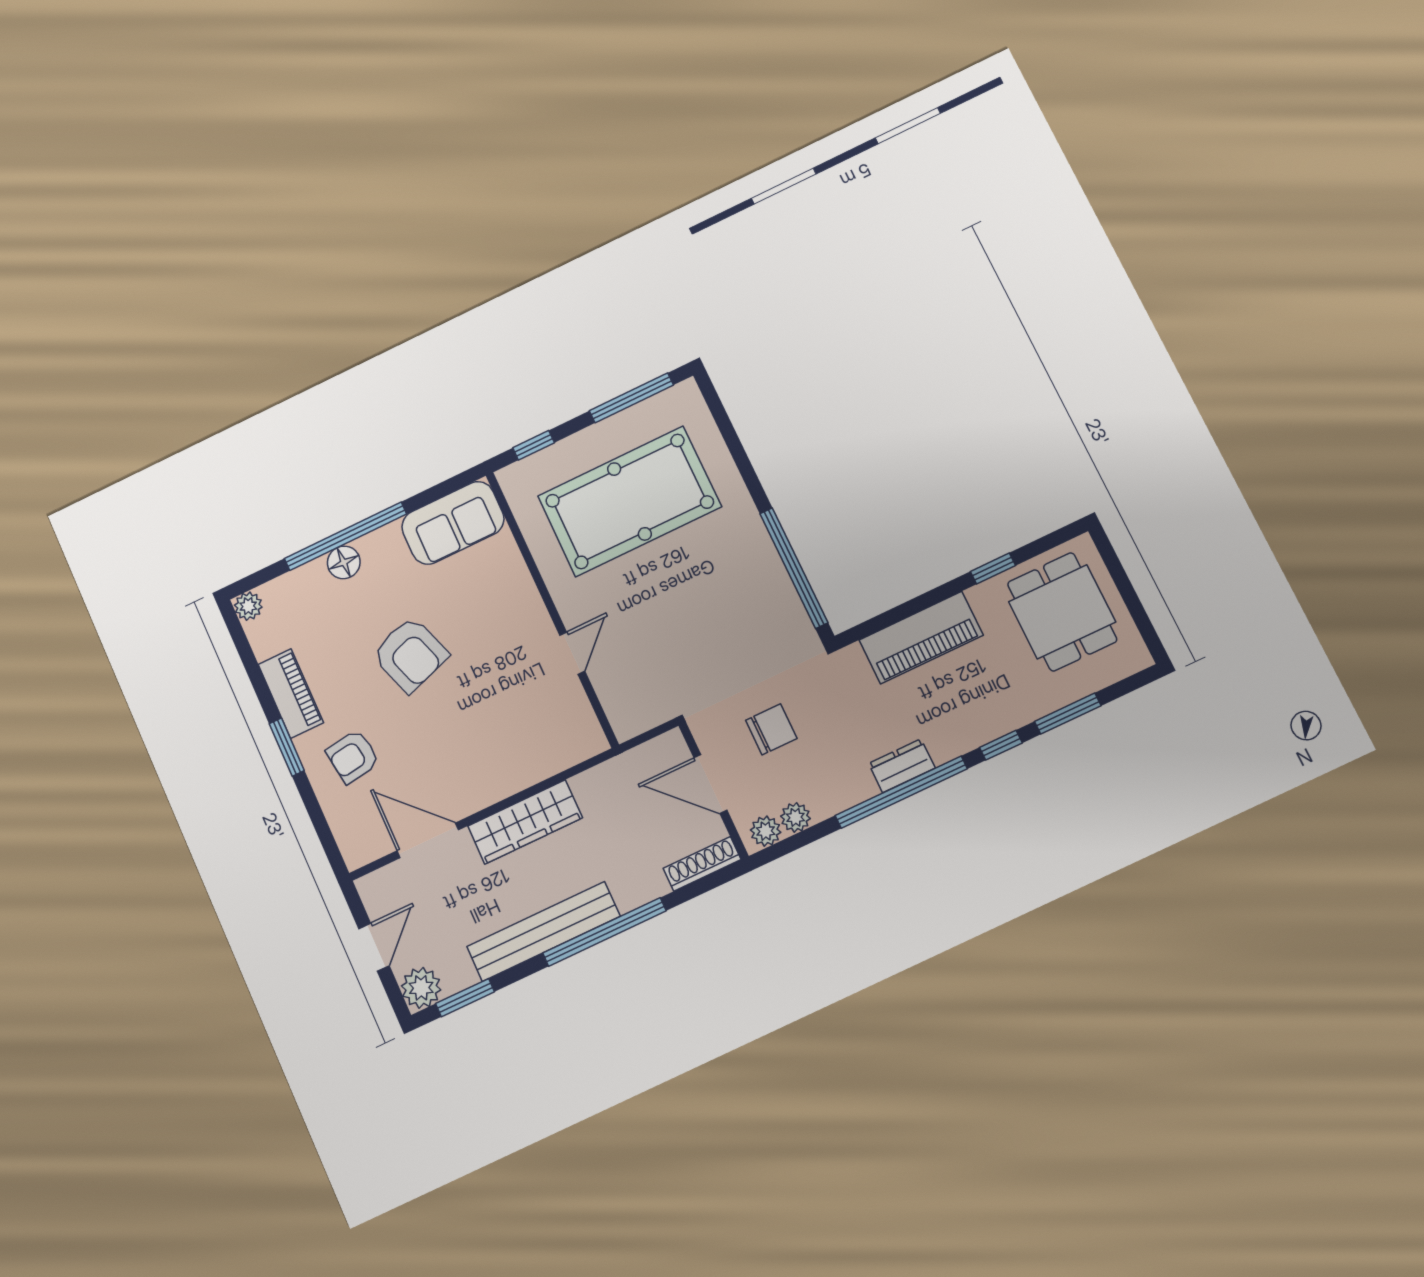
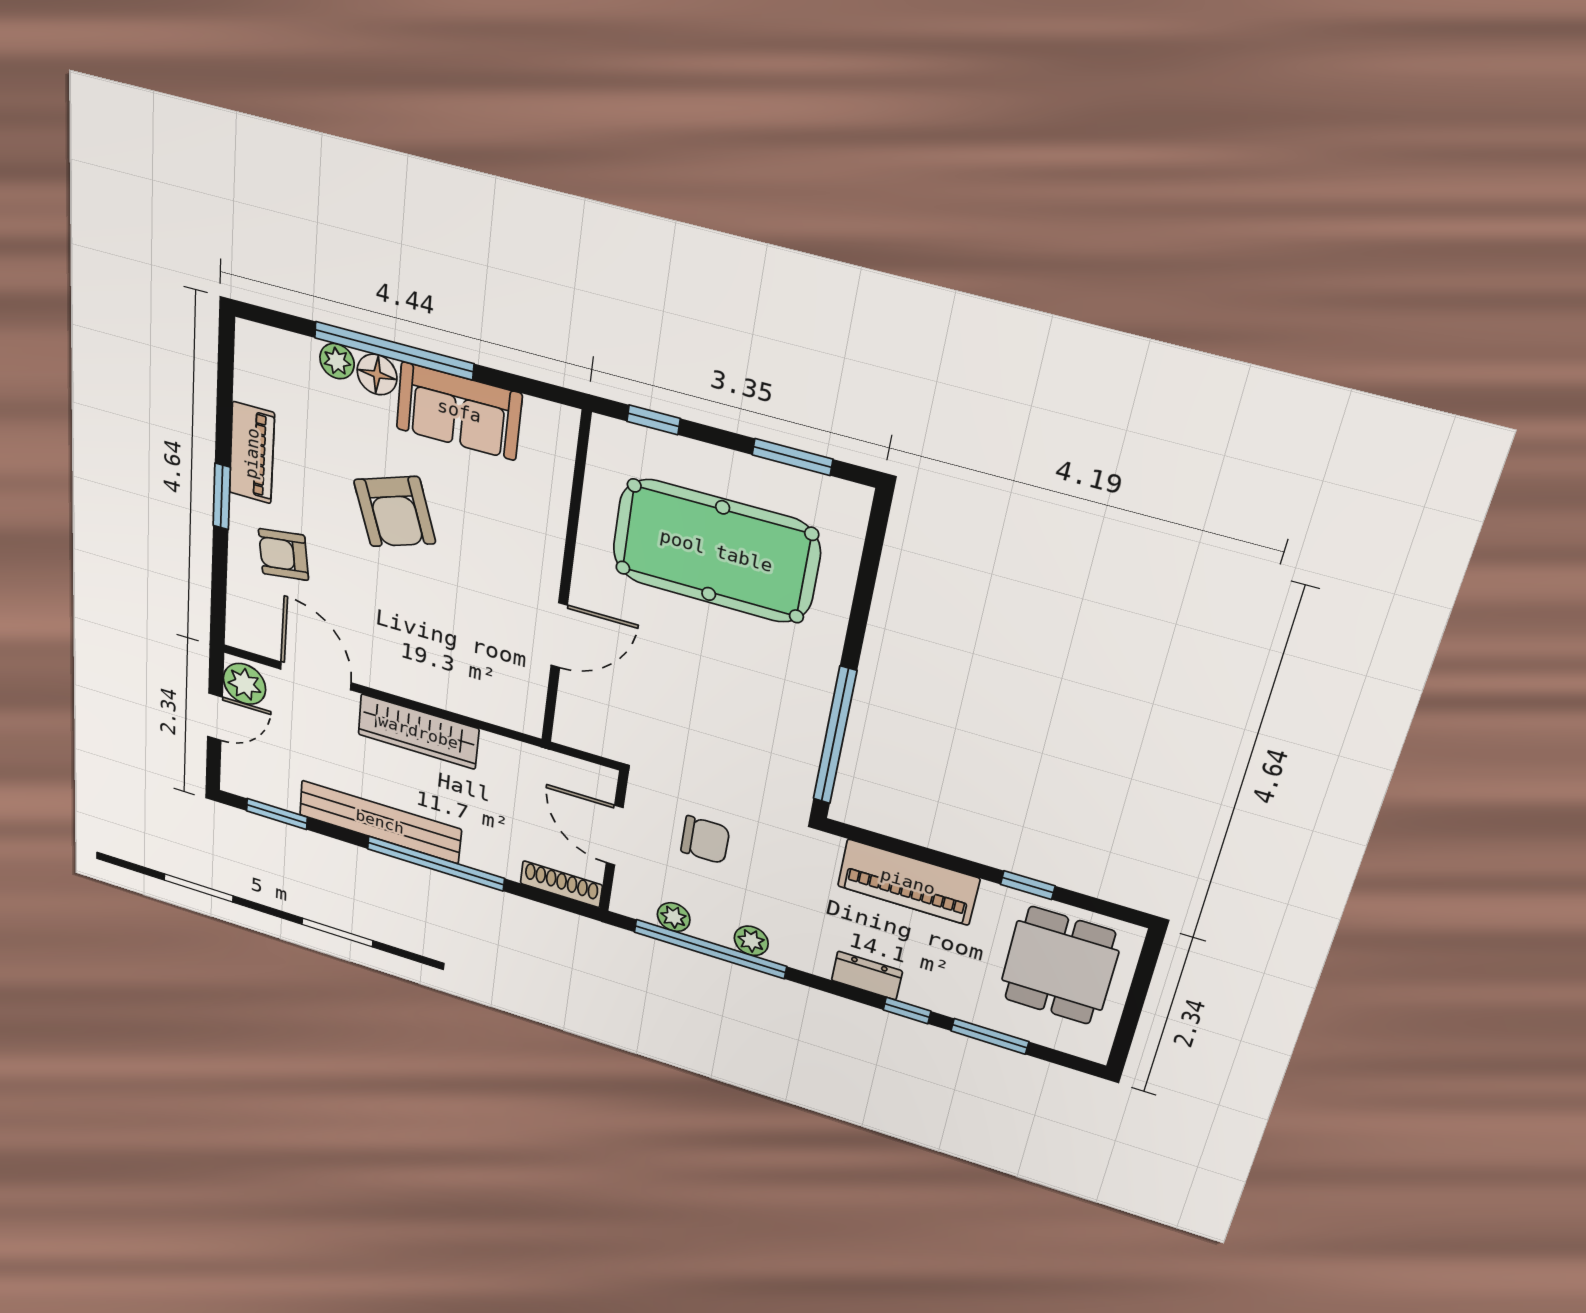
window: (631, 398) -> (792, 457), width x0.69
sofa: (453, 523) -> (459, 411), moved
plant: (248, 606) -> (337, 361), moved
door: (572, 653) -> (559, 635), width x1.37
dresser: (902, 766) -> (867, 976), moved
window: (901, 792) -> (710, 949), moved
plant: (766, 831) -> (751, 941), moved
plant: (421, 988) -> (244, 684), moved

